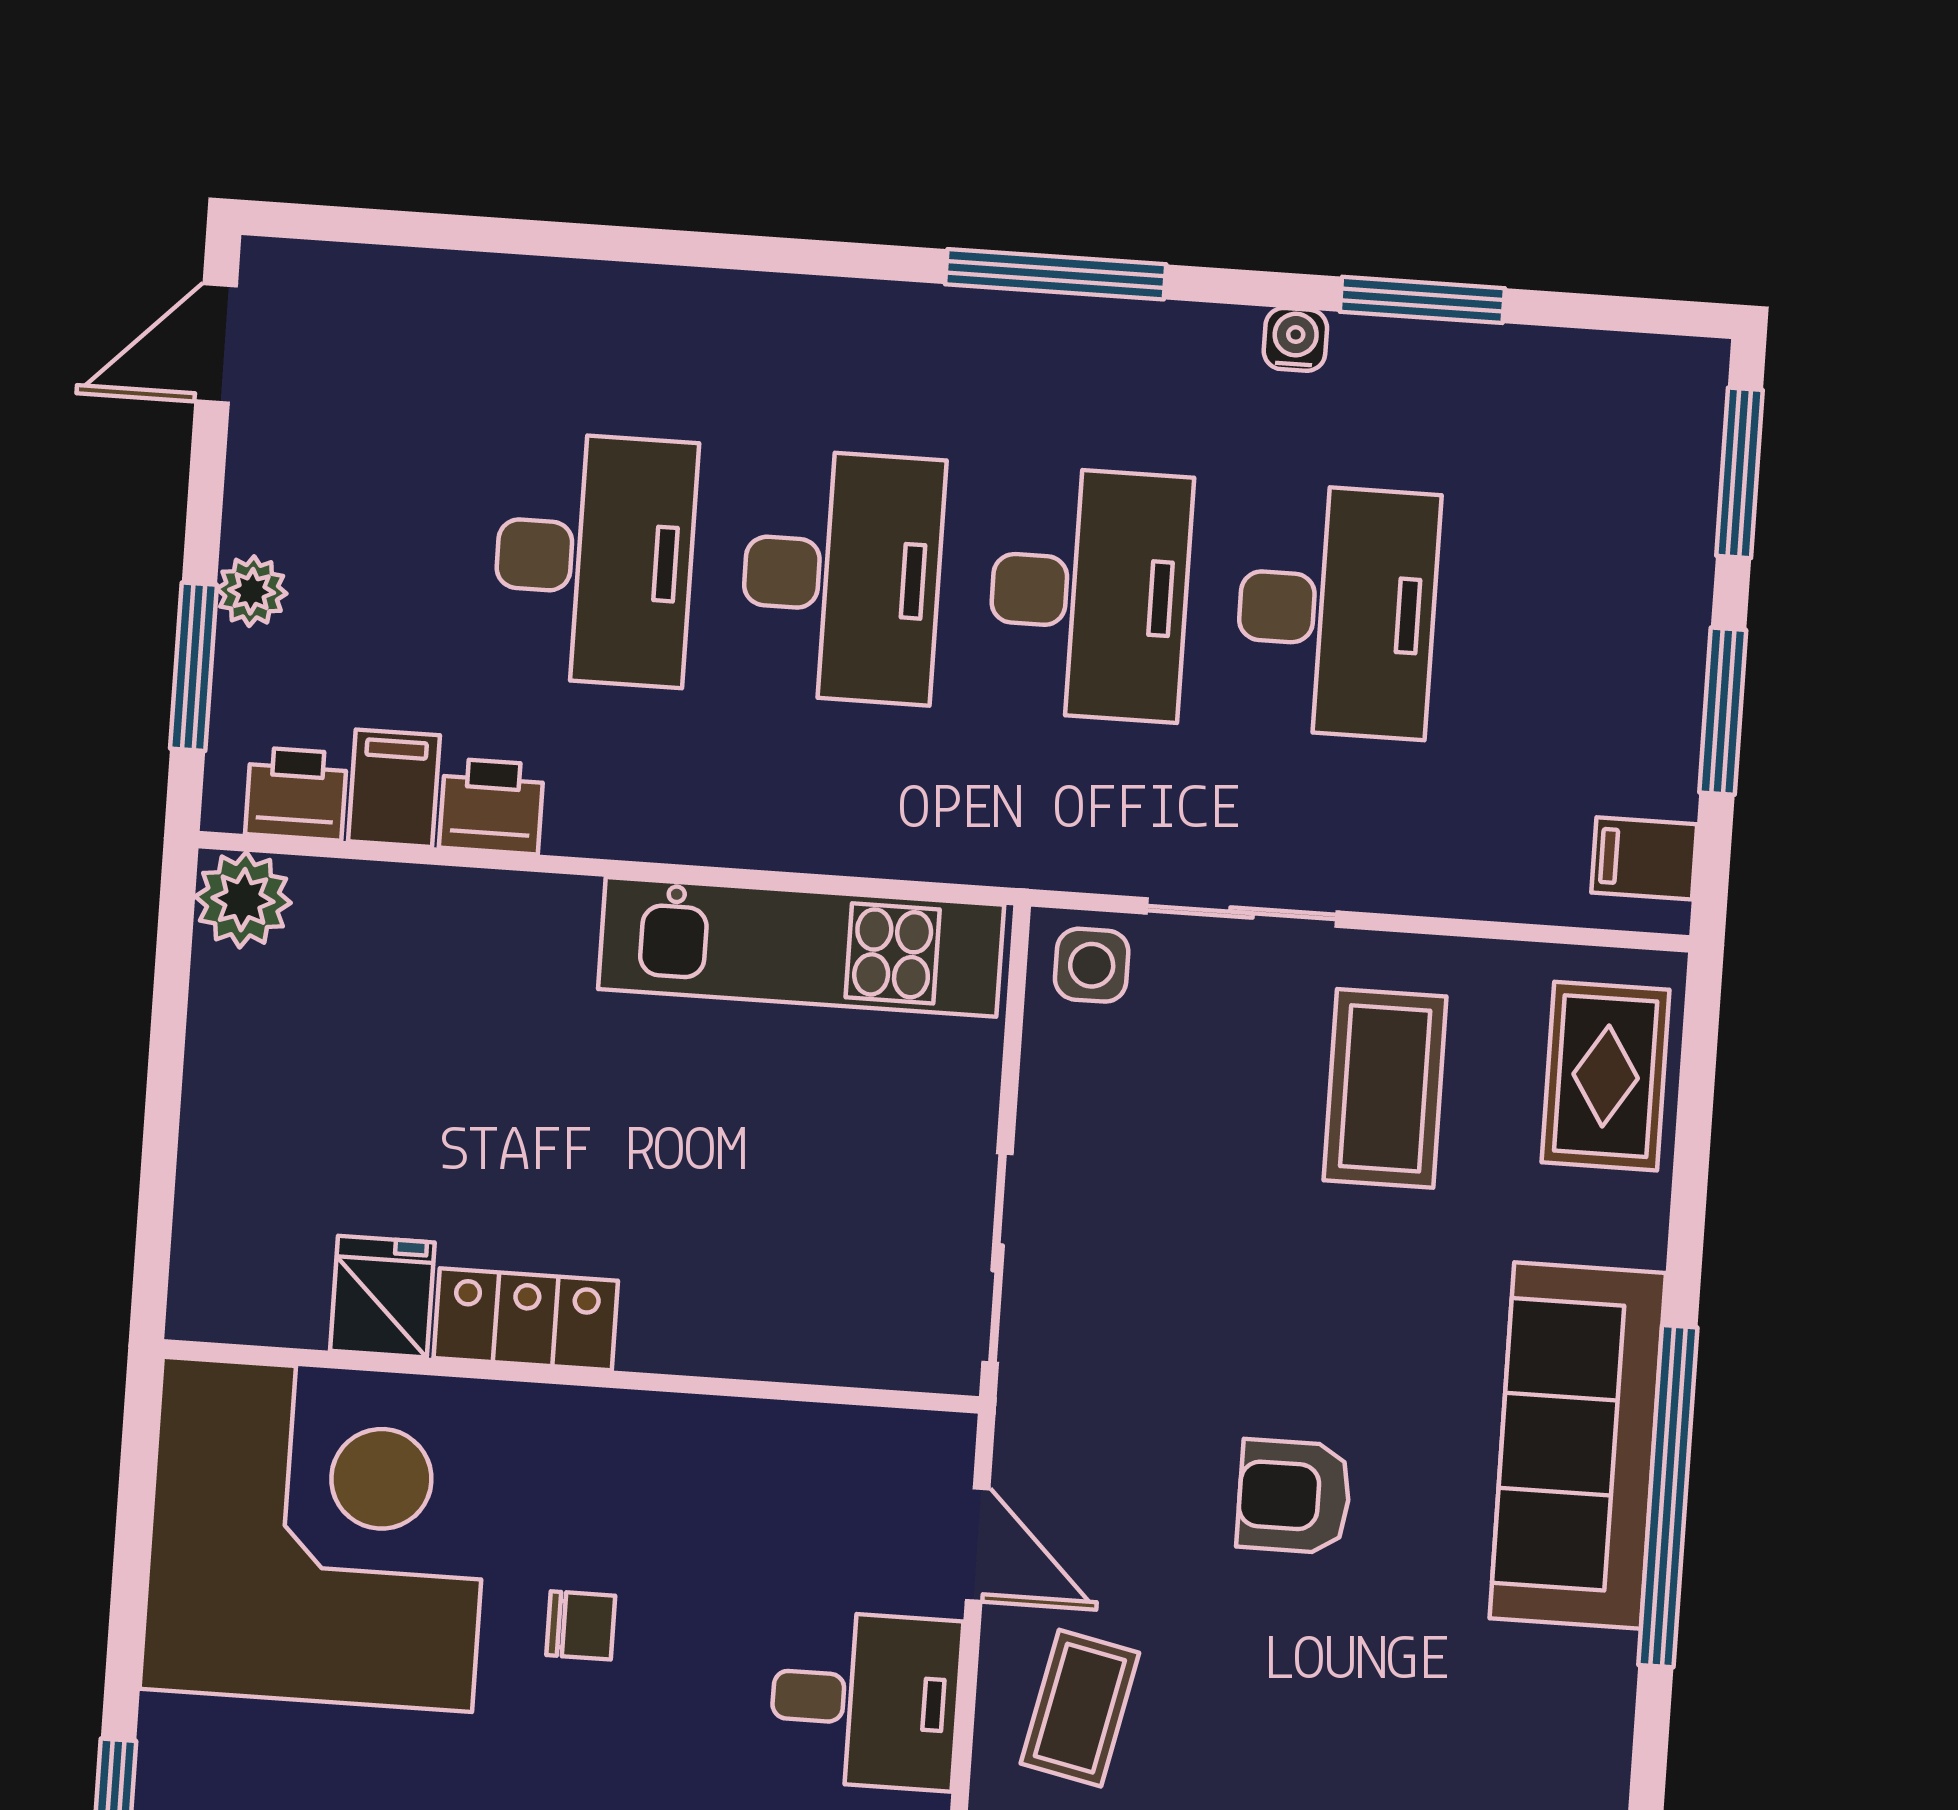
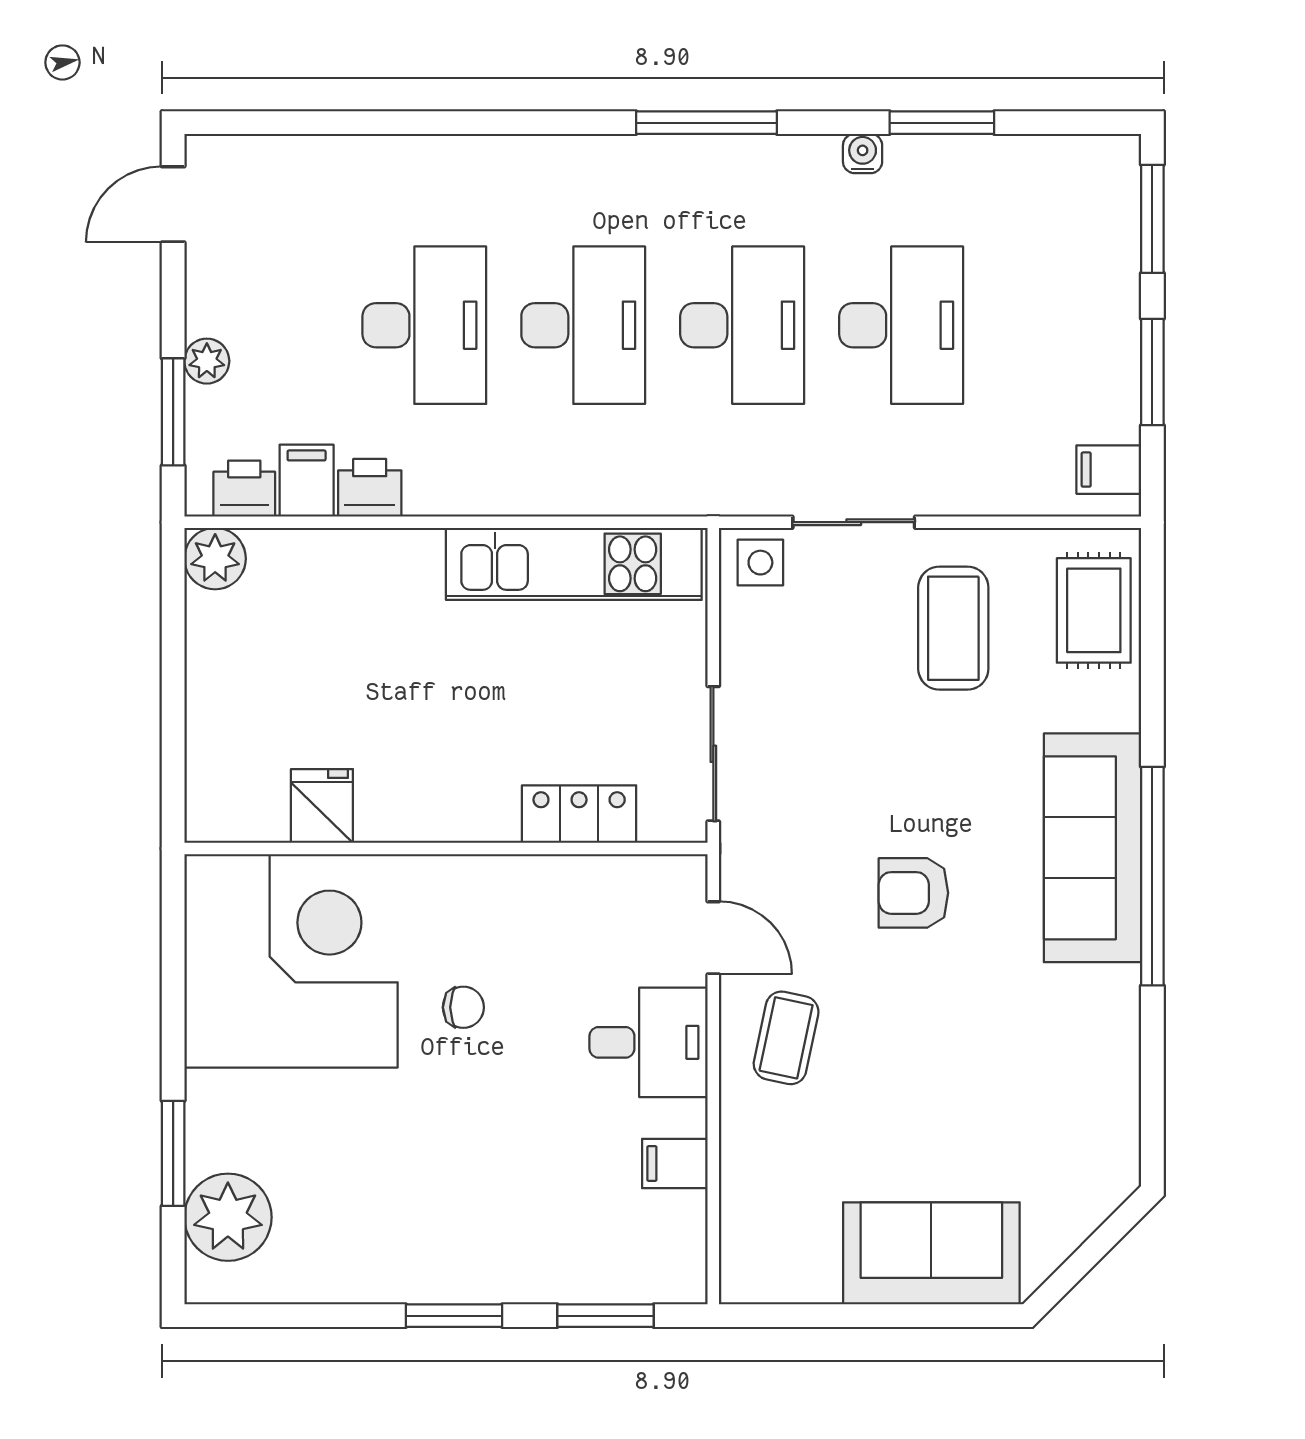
locker: (526, 1319) -> (579, 814), moved

